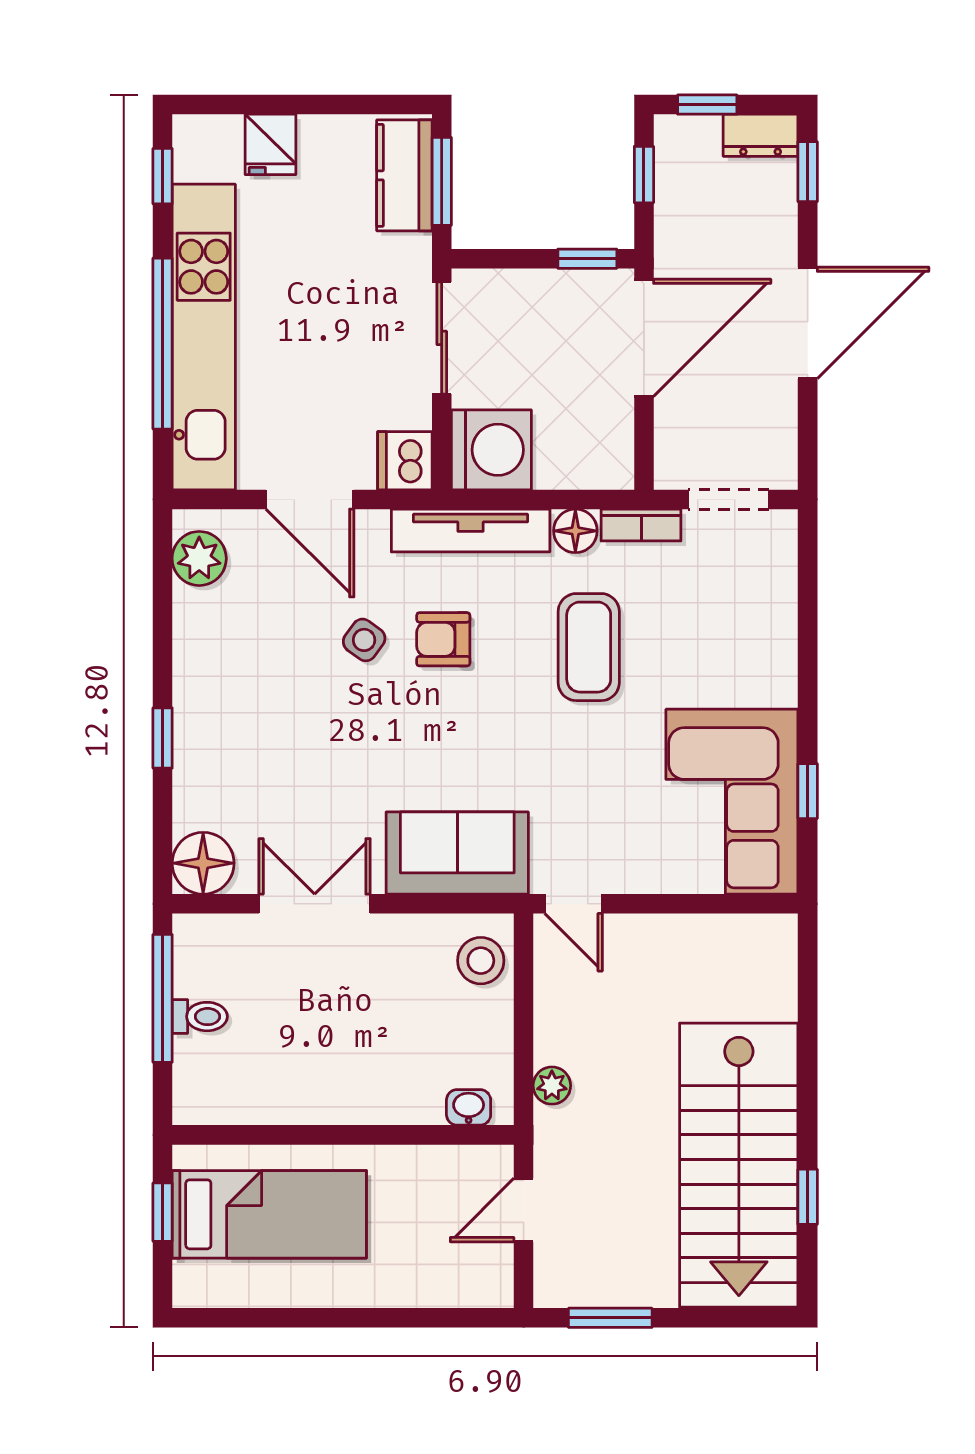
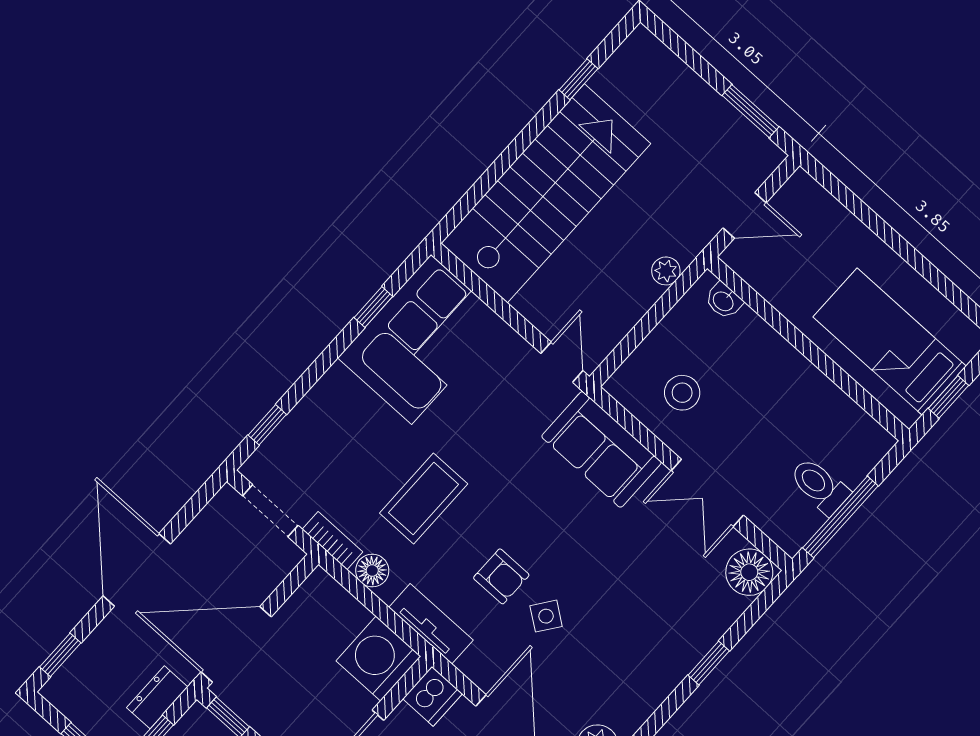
dresser: (761, 135) -> (157, 697), moved, turned -90
door: (808, 323) -> (137, 570), hinge flipped
tv unit: (471, 530) -> (431, 624), width x0.71
window: (808, 581) -> (267, 425), added
stool: (481, 961) -> (682, 393), moved
toilet: (200, 1017) -> (819, 486), width x1.37, depth x1.39
stairs: (739, 1165) -> (546, 193), moved

